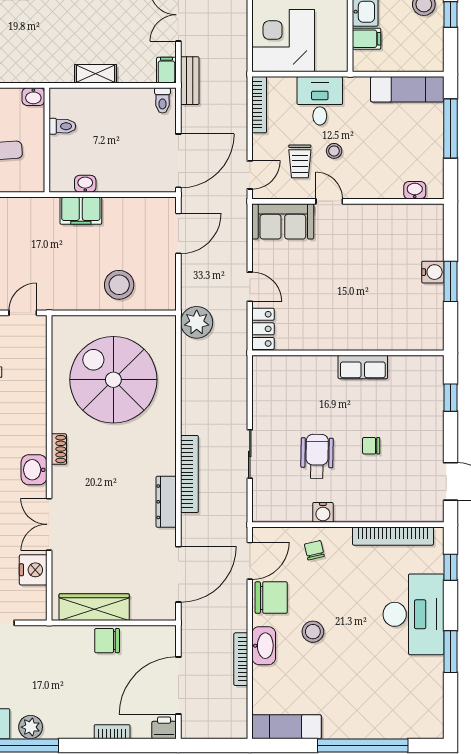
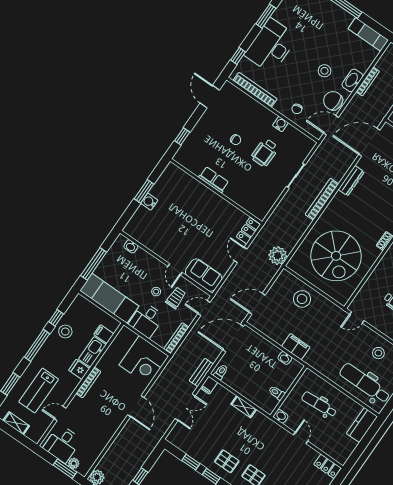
exam couch: (407, 89) -> (109, 298), width x1.36, depth x1.45
bookcase: (189, 474) -> (322, 199), moved

